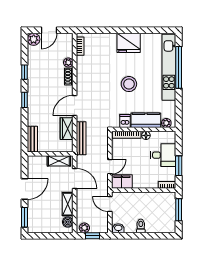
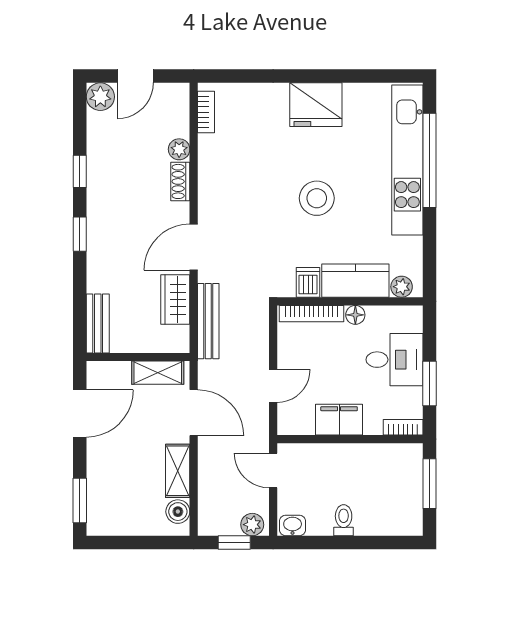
filing cabinet: (122, 182) -> (339, 420), moved
door: (25, 189) -> (80, 414), moved
plant: (84, 228) -> (252, 525), moved

